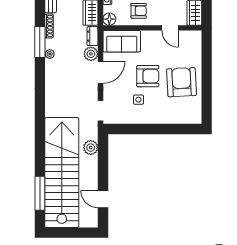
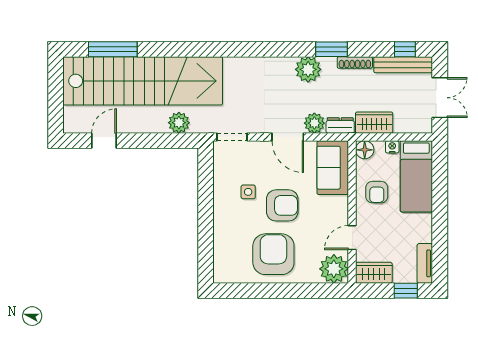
plant: (192, 40) -> (334, 269), added
window: (40, 42) -> (332, 49), width x0.69
plant: (50, 54) -> (308, 69), width x1.87, depth x1.87
armchair: (148, 76) -> (282, 205), turned -90
armchair: (182, 82) -> (273, 254), turned -87

